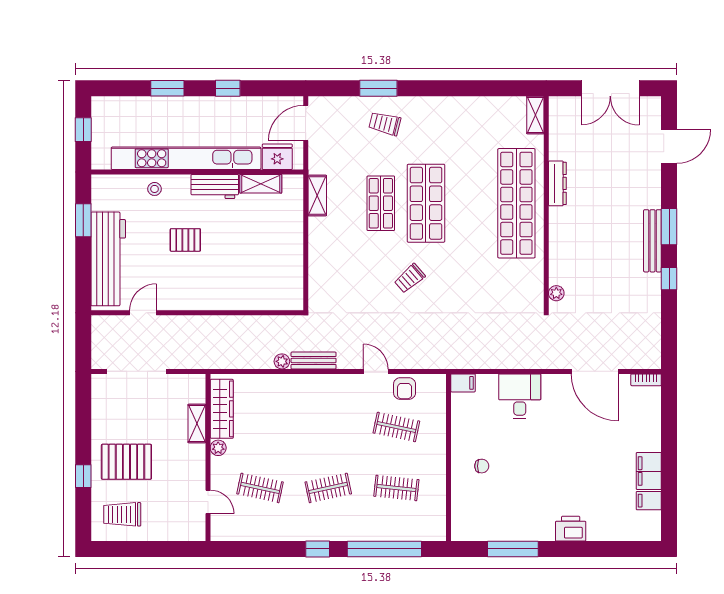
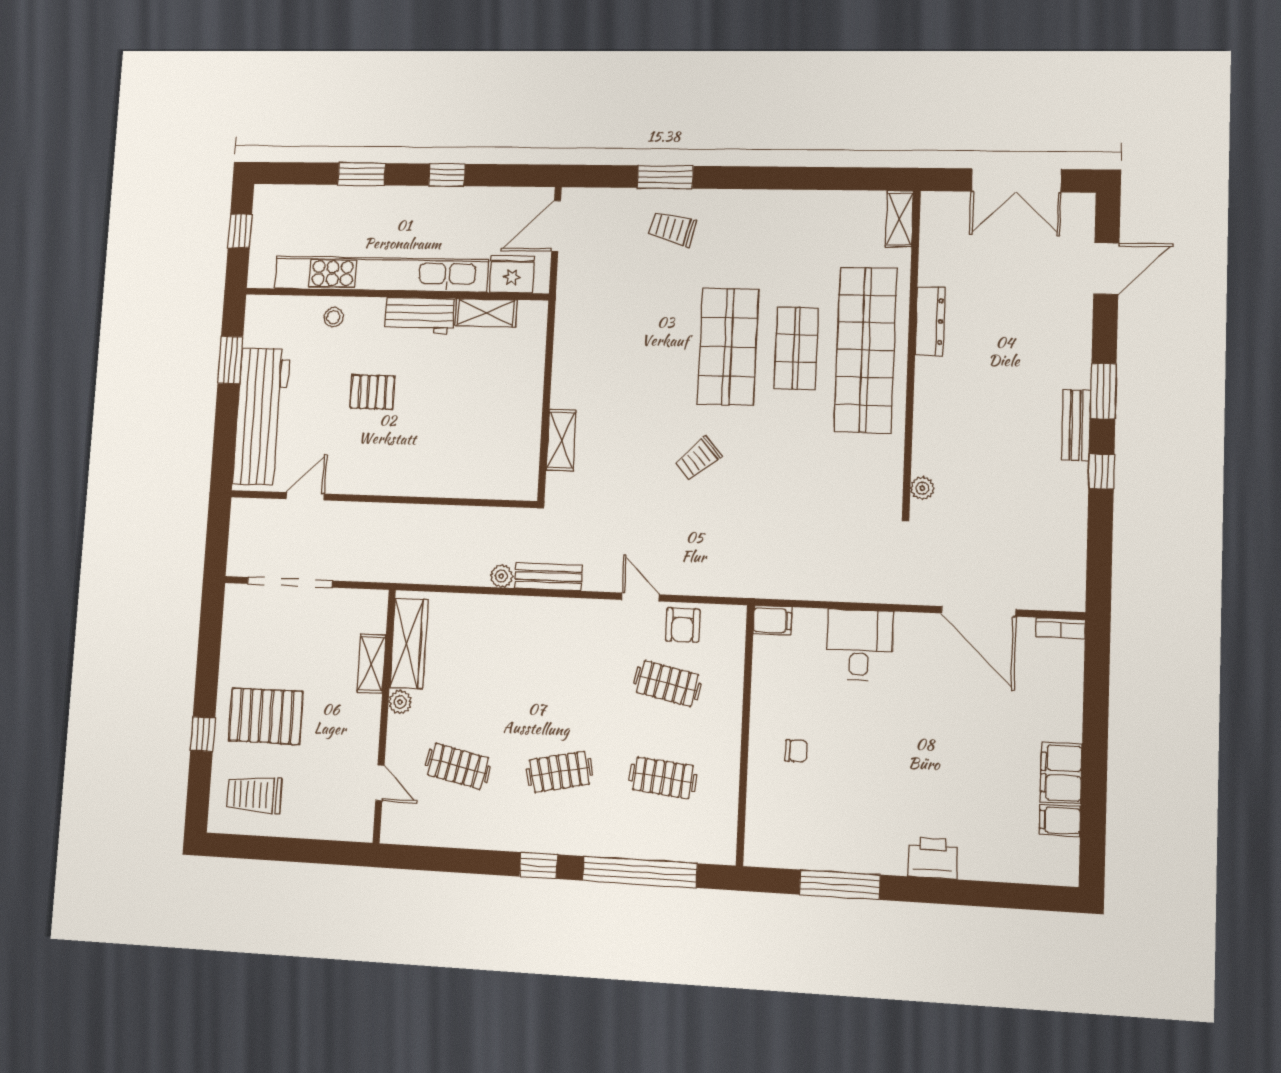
shelving: (317, 196) -> (561, 440), moved
shop shelf: (381, 203) -> (796, 348), moved
bench: (652, 241) -> (1076, 425), width x0.73

